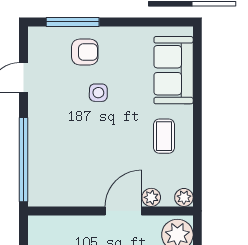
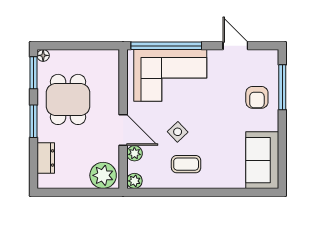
sofa: (174, 70) -> (262, 160), moved, turned -90
side table: (98, 93) -> (178, 132), moved, turned 45
corner sofa: (59, 155) -> (170, 75), added

